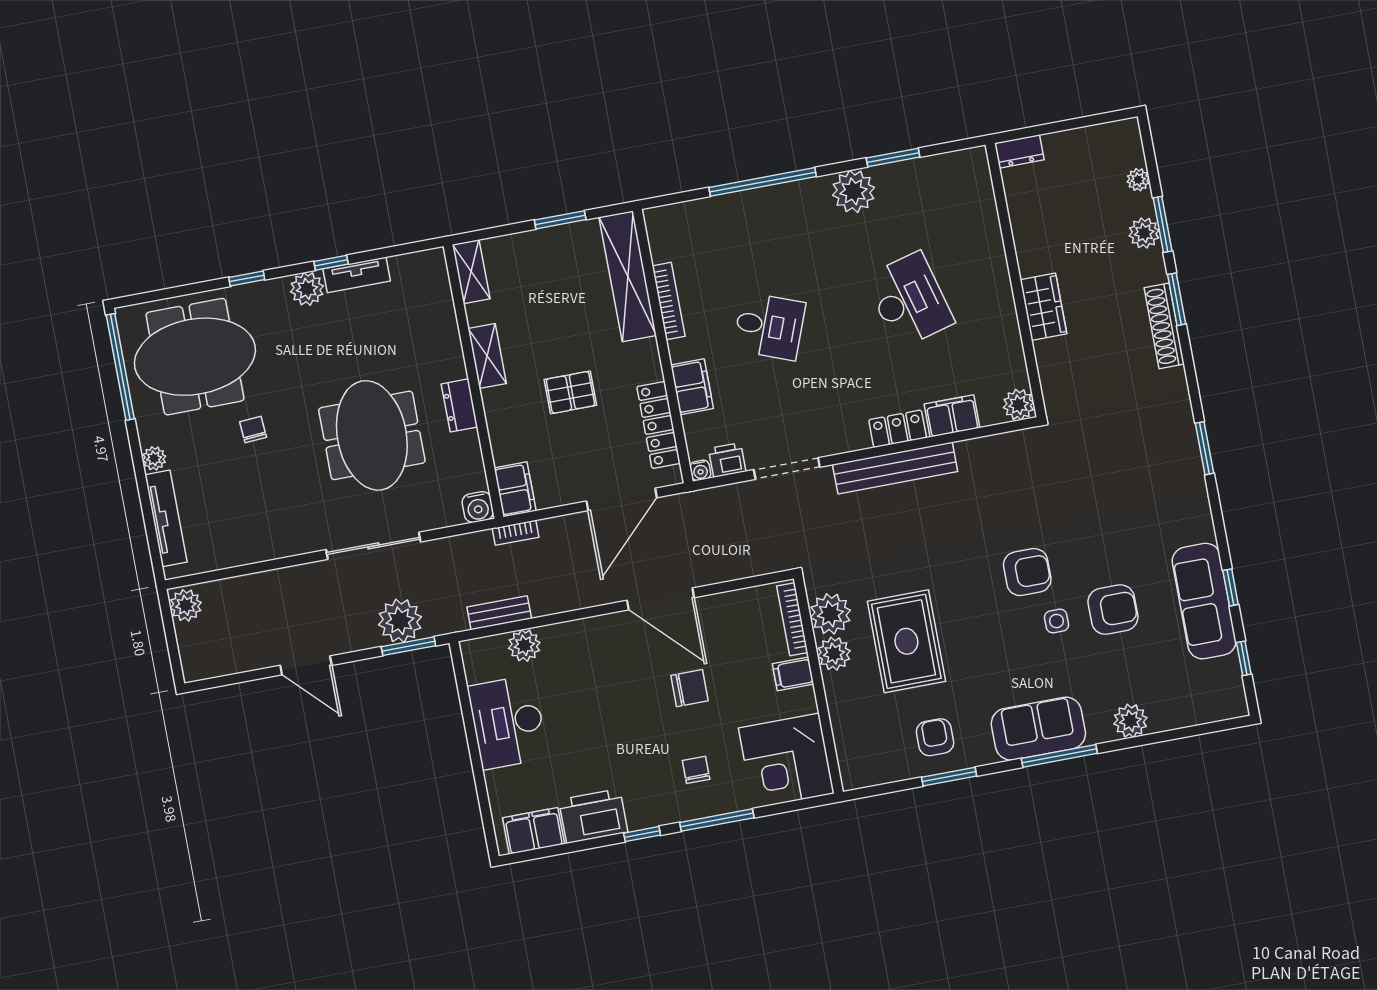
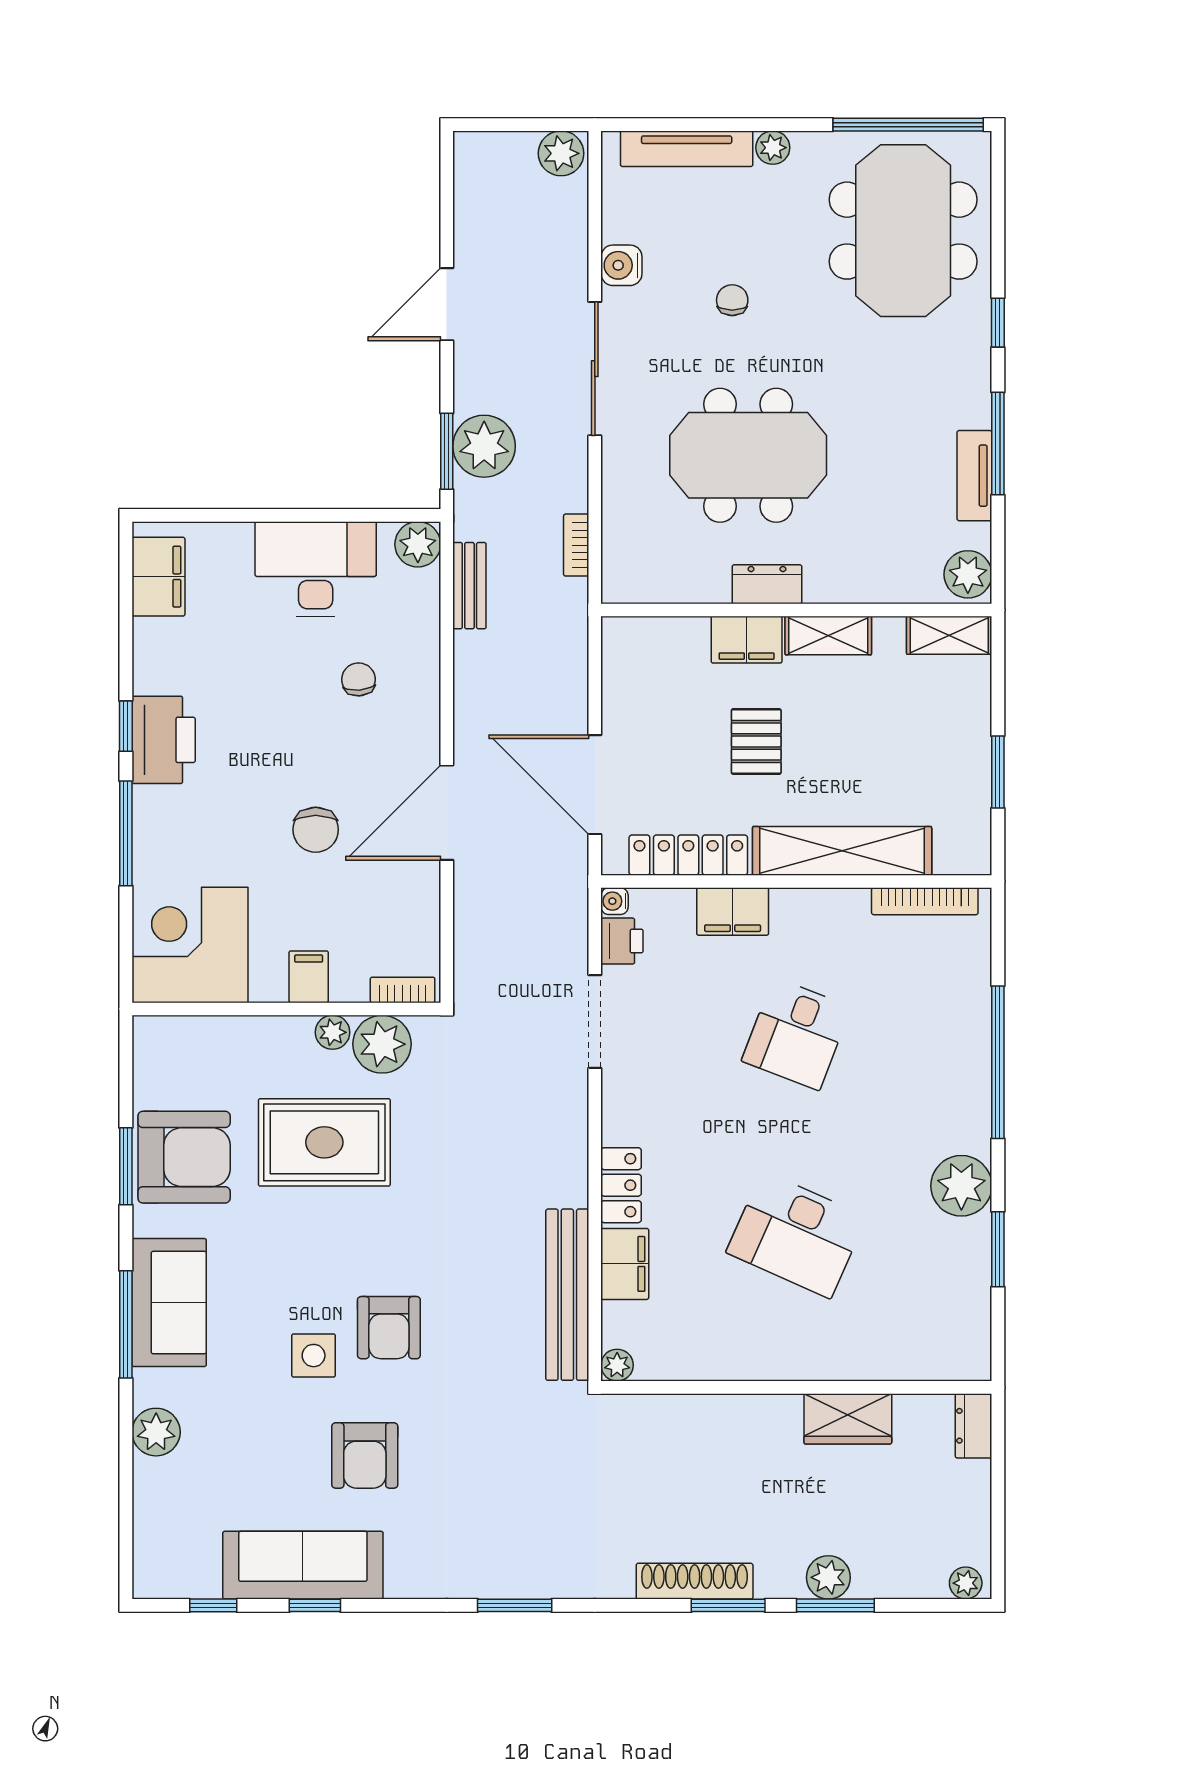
plant: (1138, 180) -> (966, 1583), moved
window: (331, 263) -> (998, 443), width x2.17
shelving: (628, 276) -> (842, 851), moved
plant: (307, 289) -> (968, 574), moved
desk: (909, 300) -> (796, 1235), turned 39
bookcase: (669, 301) -> (925, 901), moved
wardrobe: (1043, 307) -> (848, 1419), moved
plant: (1019, 405) -> (617, 1365), width x0.73, depth x0.73
chair: (253, 430) -> (732, 300), moved, turned -86
bench: (895, 468) -> (567, 1295), moved
filing cabinet: (515, 489) -> (747, 640), moved
water cooler: (478, 507) -> (621, 265), moved
bookcase: (516, 533) -> (576, 545), moved
sliding door: (373, 546) -> (595, 369), moved
armchair: (1113, 610) -> (365, 1455), moved
bookcase: (792, 619) -> (403, 990), width x0.64
side table: (1056, 621) -> (314, 1356), width x1.37, depth x1.37
plant: (524, 645) -> (418, 544), moved
plant: (834, 654) -> (333, 1032), width x0.73, depth x0.73
armchair: (935, 737) -> (184, 1157), width x1.88, depth x1.88
chair: (696, 770) -> (358, 679), moved, turned -95
printer: (593, 816) -> (164, 740), moved

